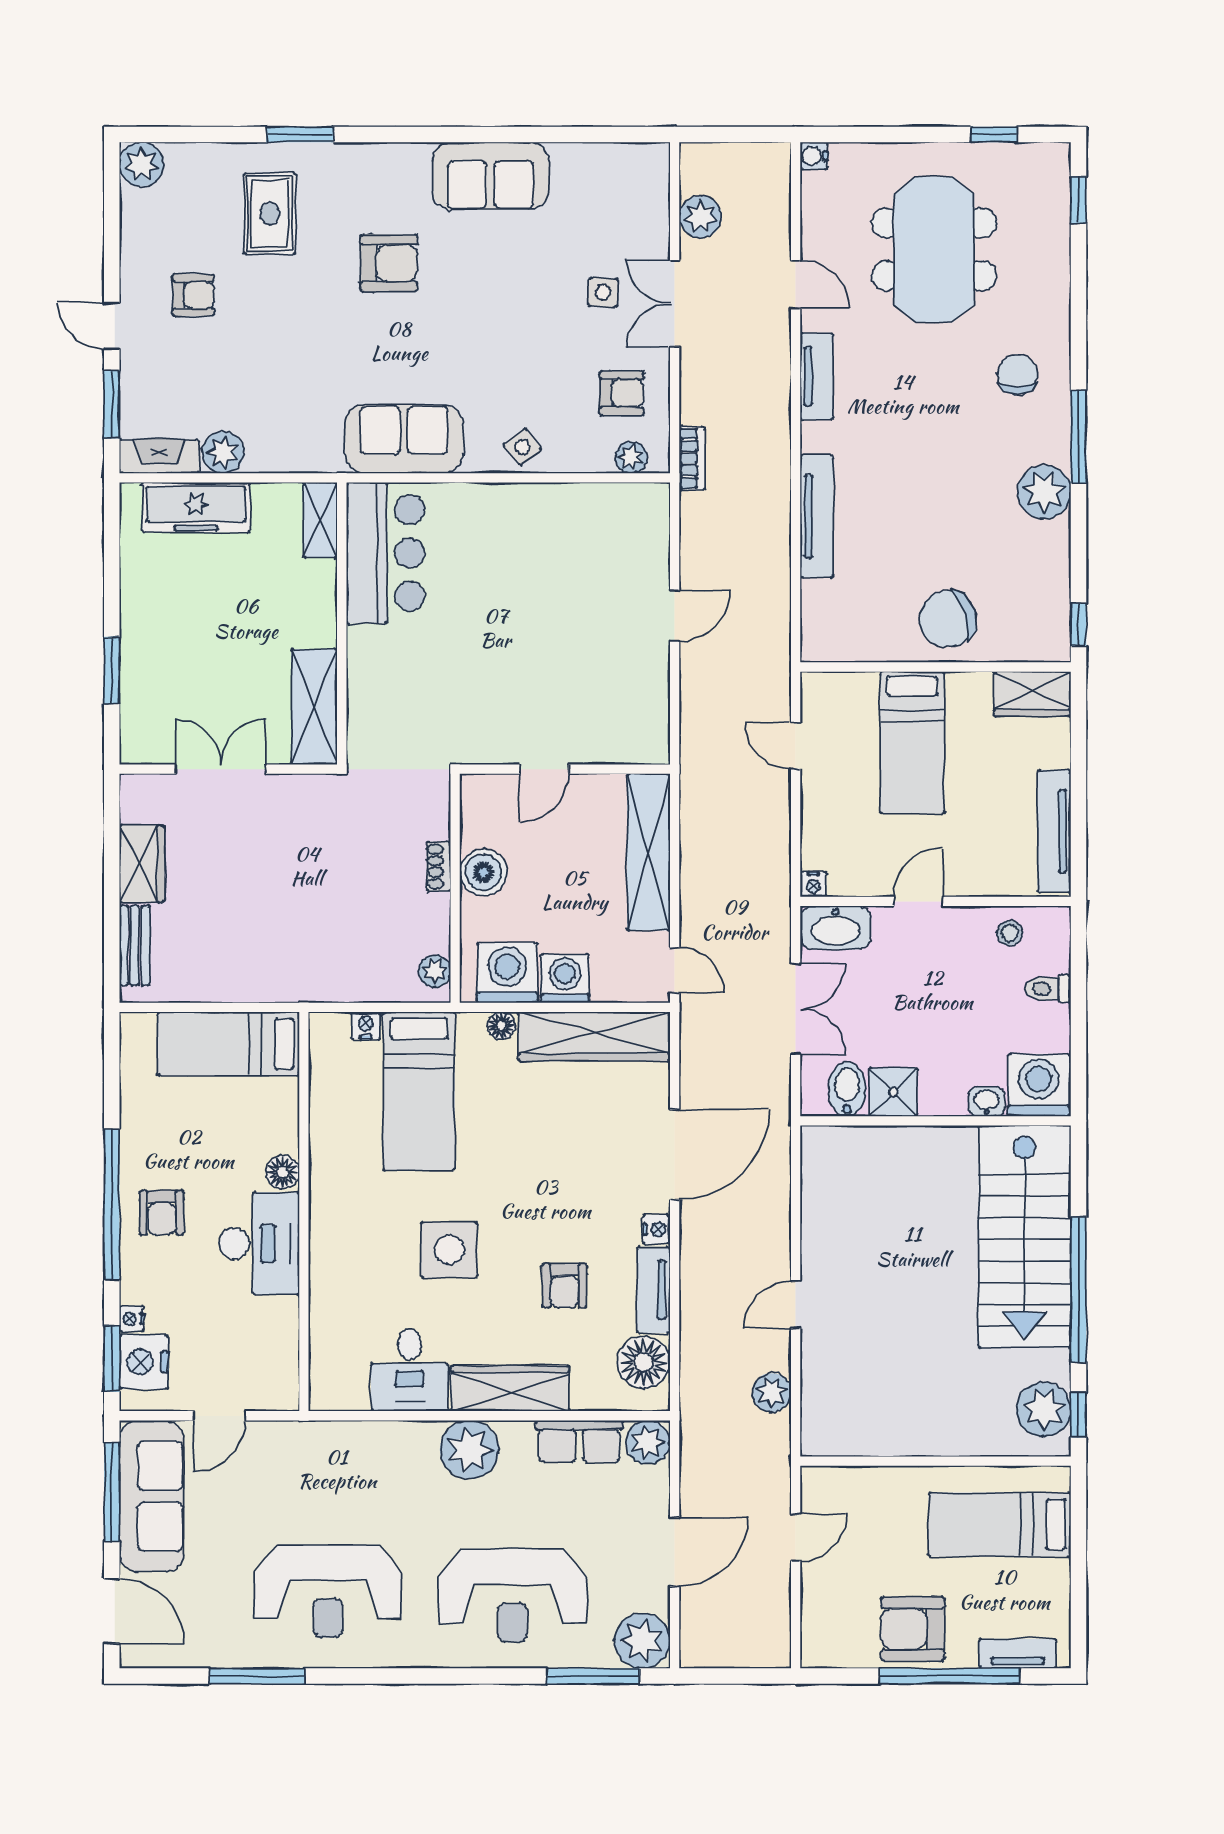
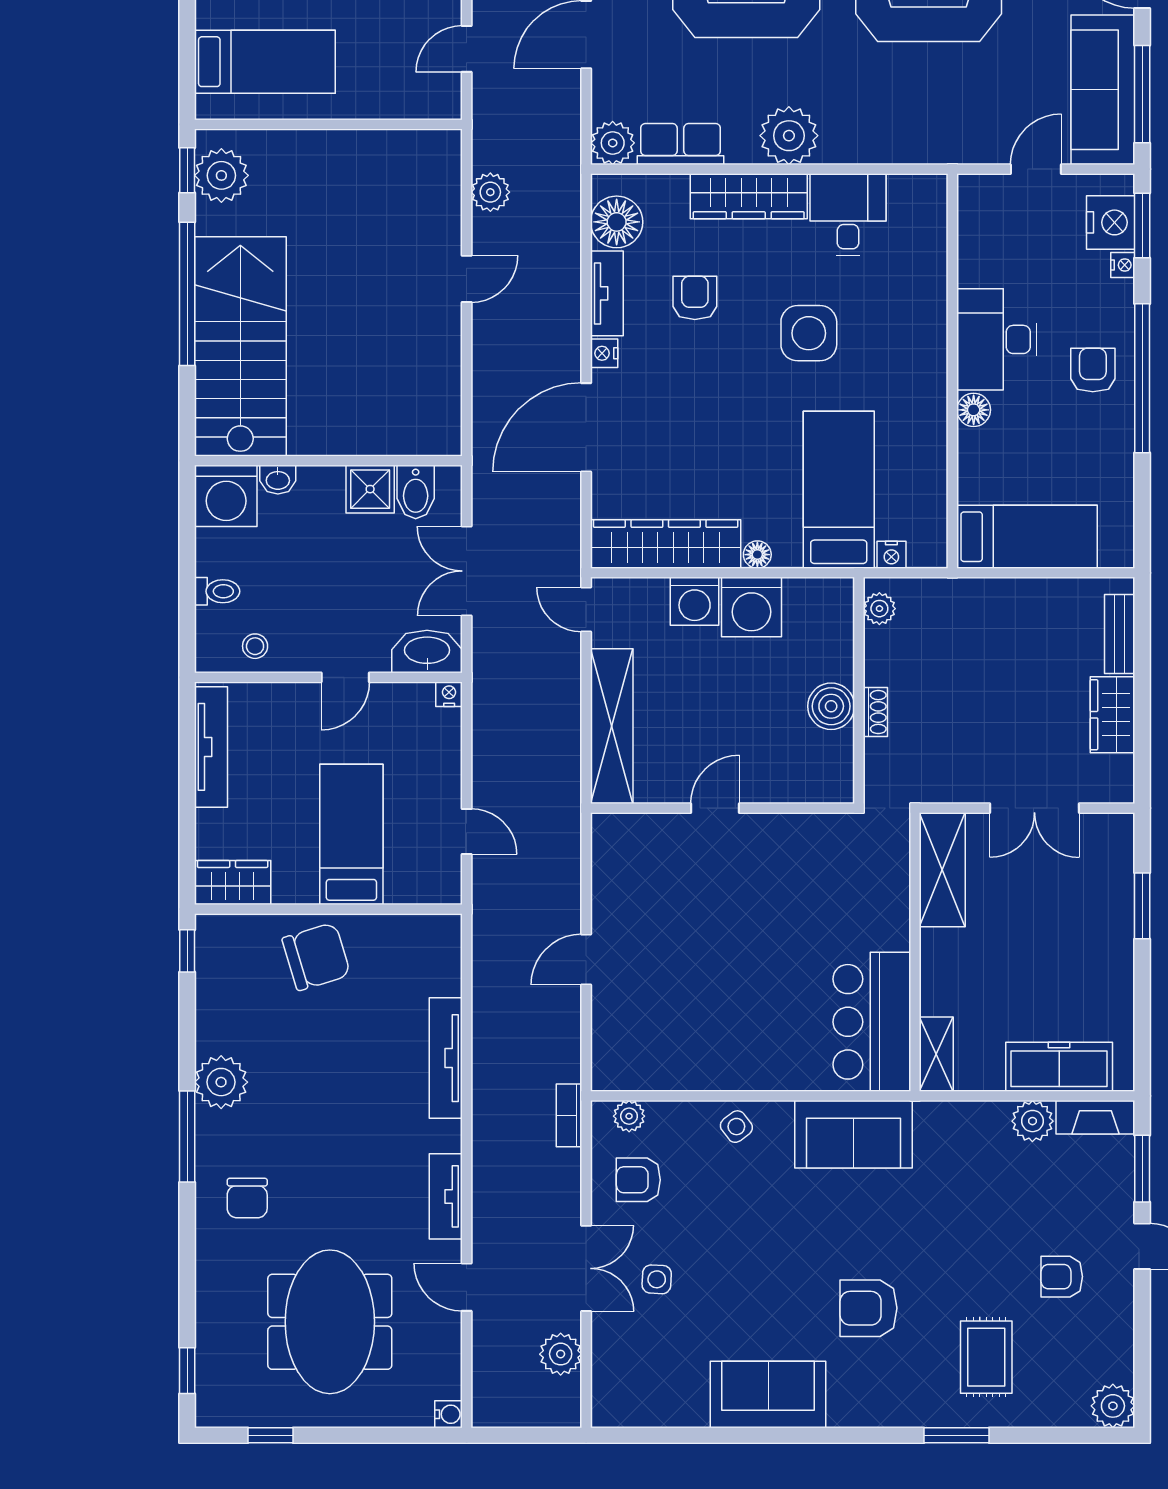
shoe rack: (439, 866) -> (875, 712), moved
boiler: (483, 872) -> (831, 706), moved
wall: (455, 888) -> (859, 690), moved
plant: (434, 971) -> (879, 609), moved

